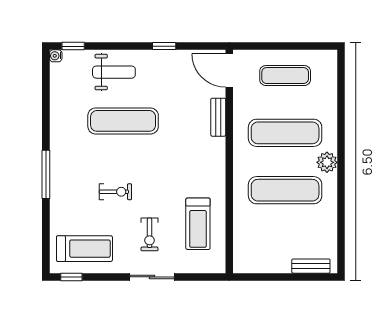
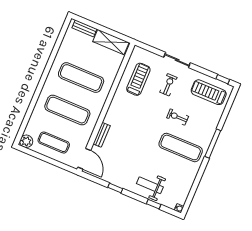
window: (73, 46) -> (154, 204), moved
exercise mat: (123, 121) -> (181, 147), moved
plant: (327, 162) -> (26, 141), moved
shelving: (263, 262) -> (111, 42), added

